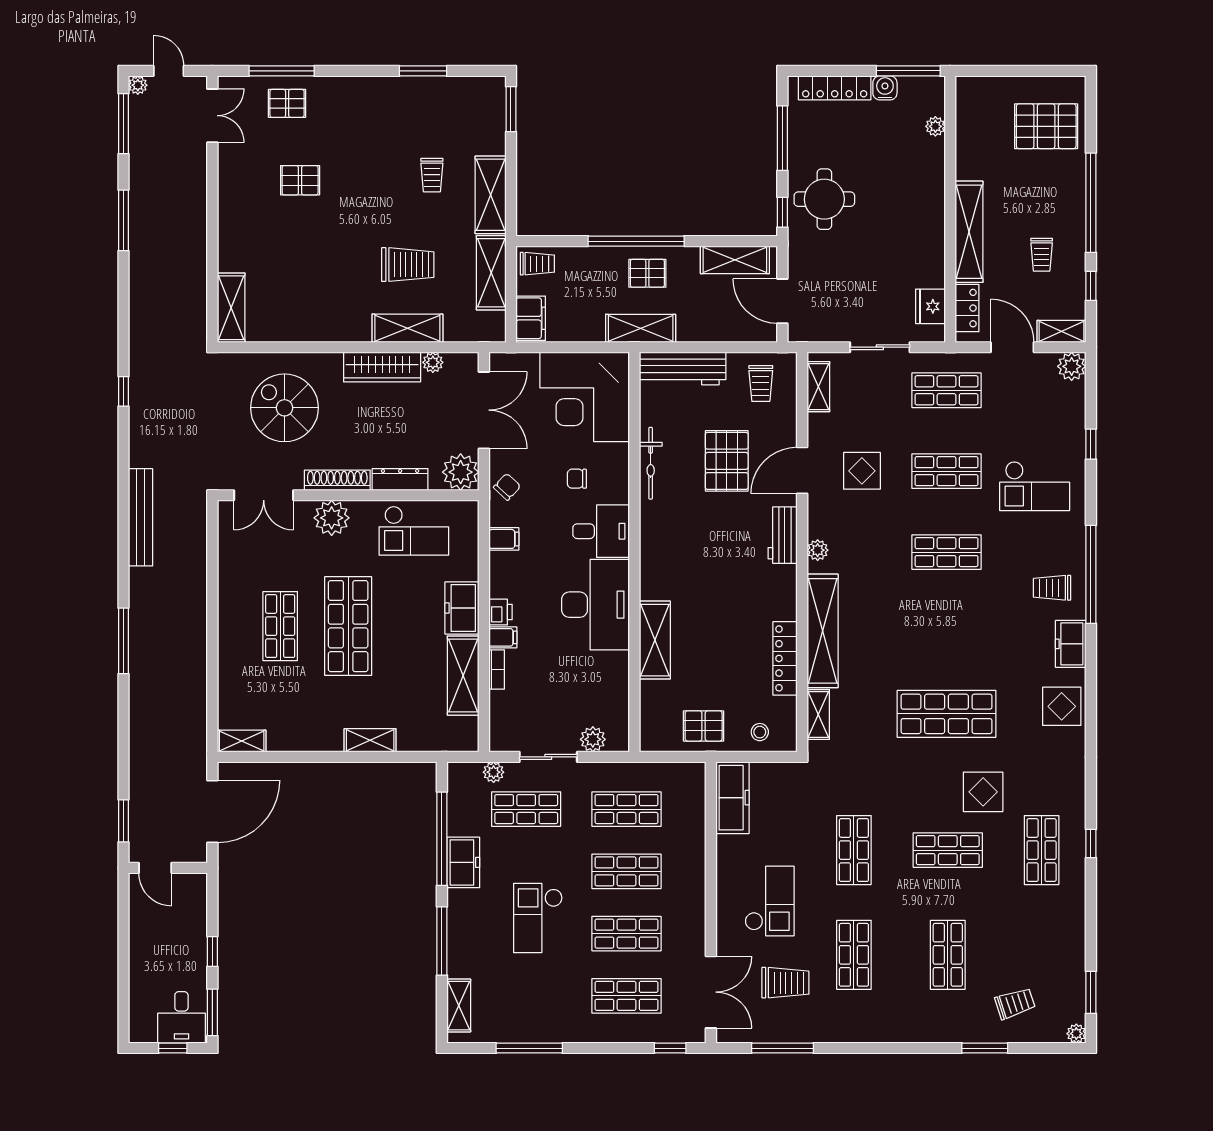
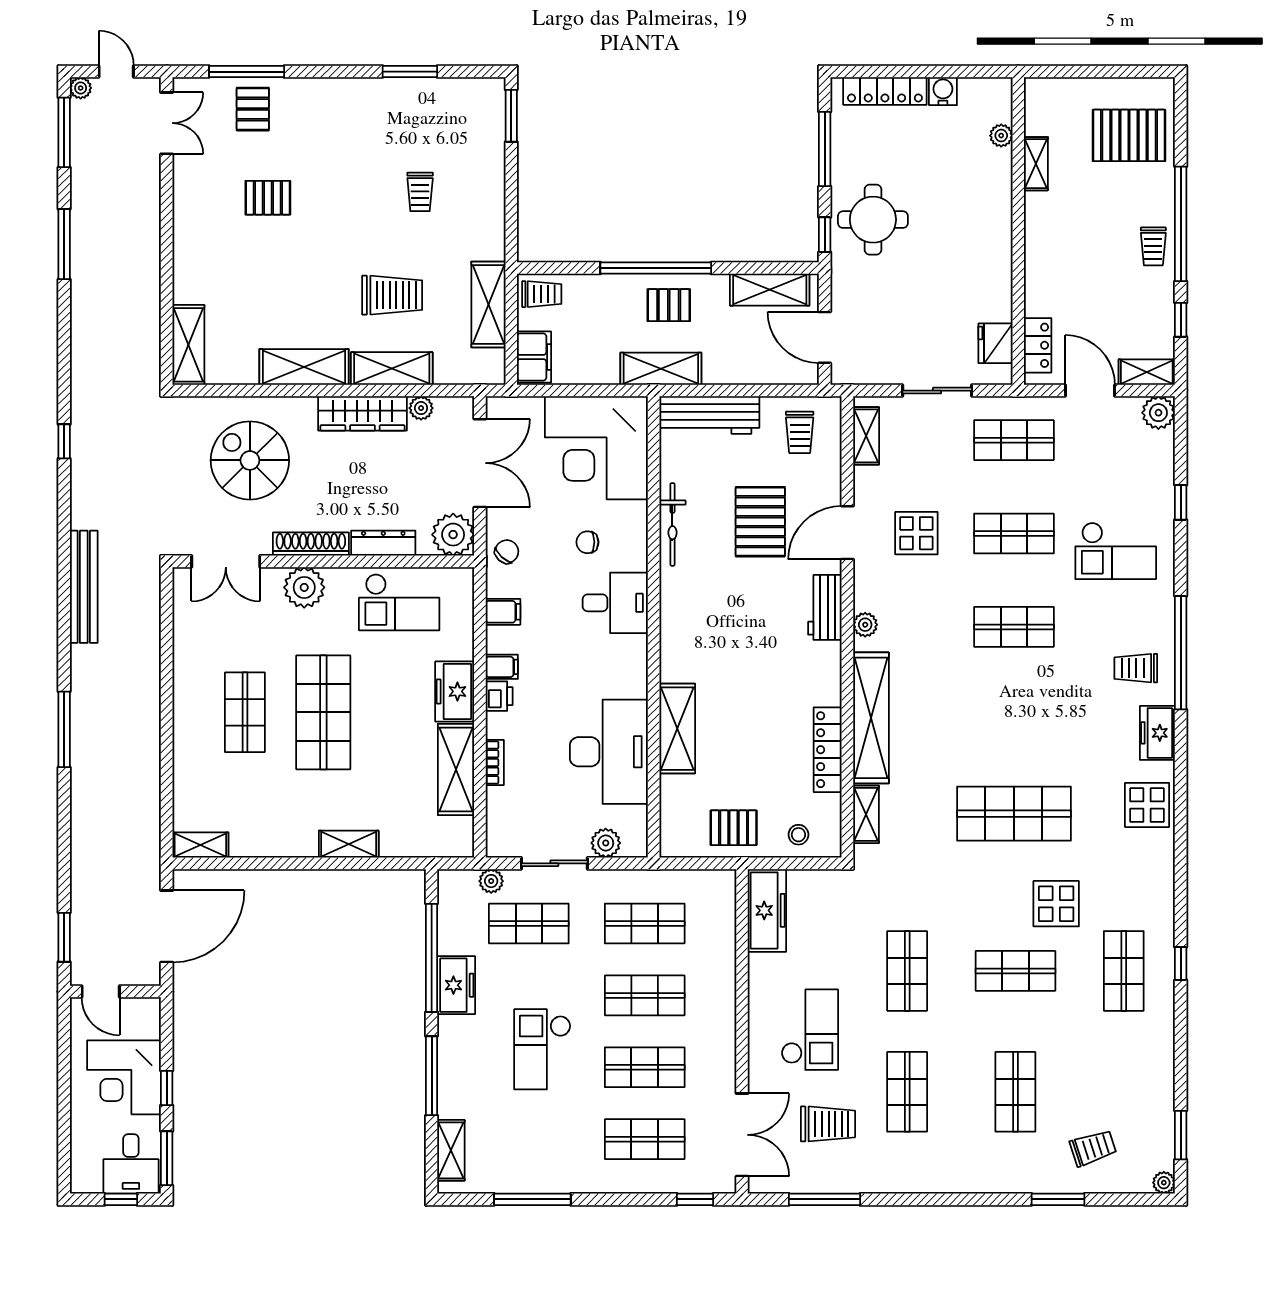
window: (908, 71) -> (970, 72), removed
pallet: (287, 103) -> (253, 109), turned 90
shelving: (491, 195) -> (304, 367), moved, turned 90
shelving: (969, 232) -> (1036, 164), moved, width x0.45, depth x0.75
trolley: (1042, 255) -> (1153, 246), moved
desk: (596, 605) -> (609, 752), moved
filing cabinet: (503, 637) -> (502, 667), moved
corner desk: (175, 942) -> (124, 1077), added

